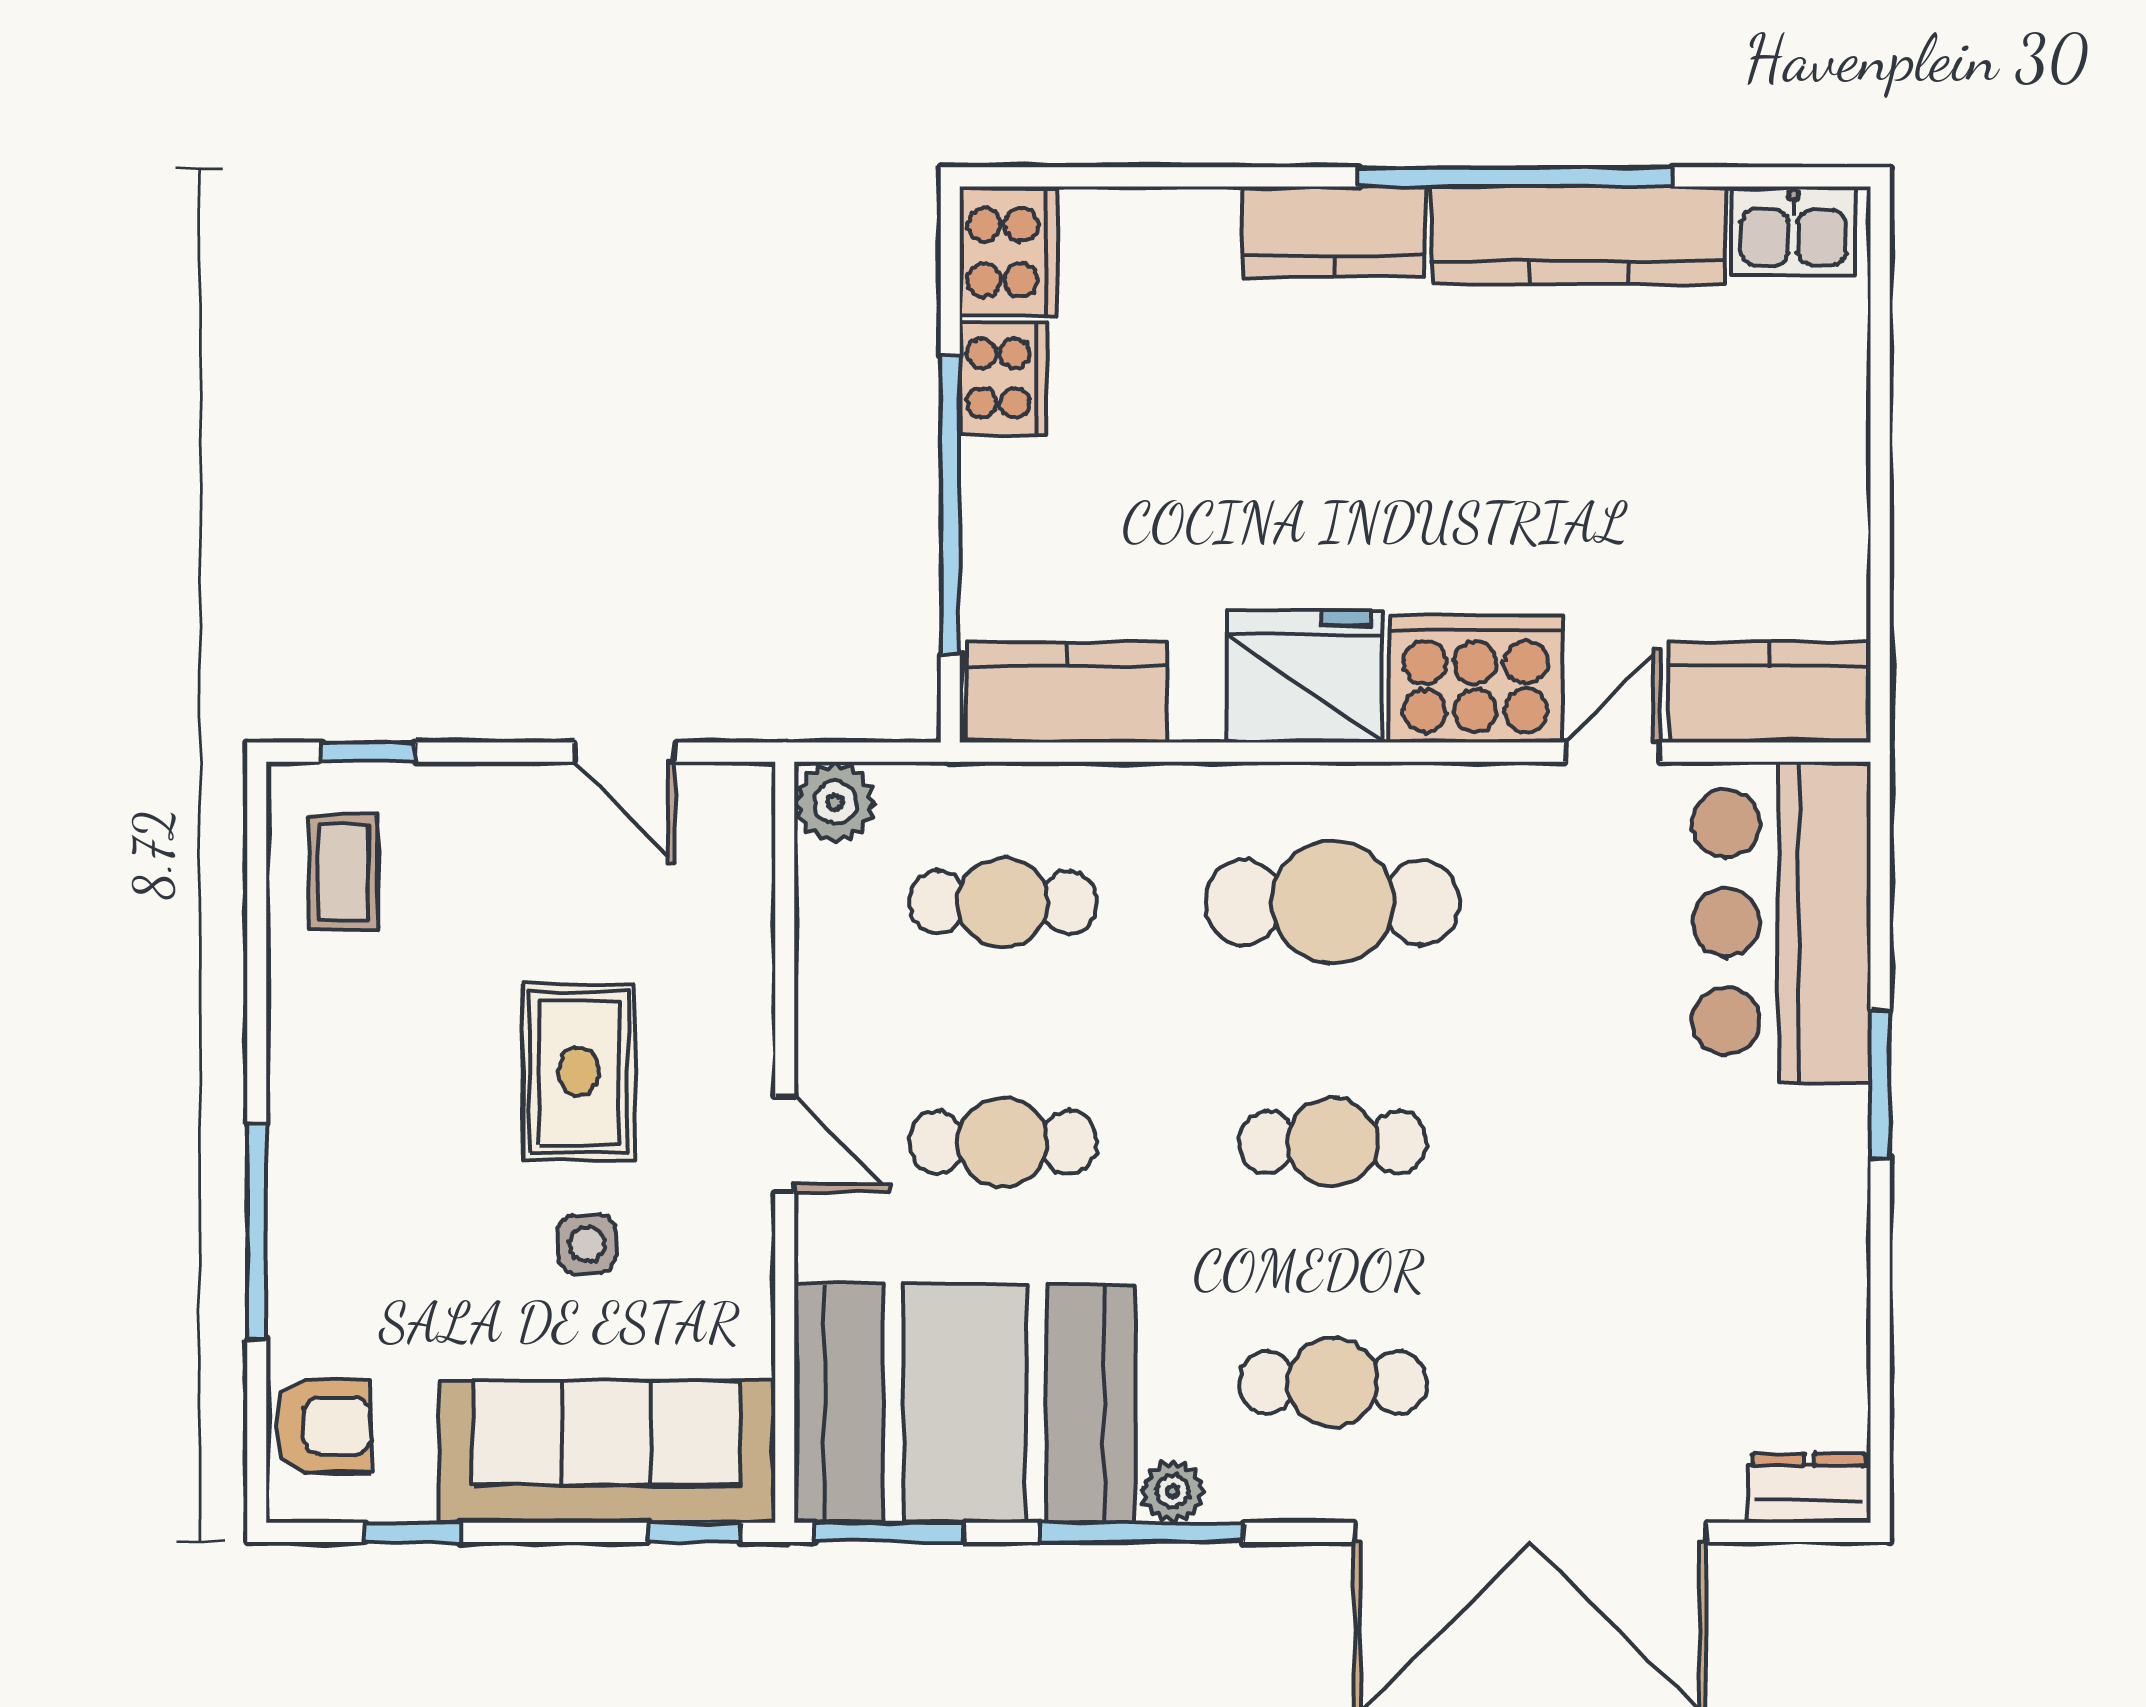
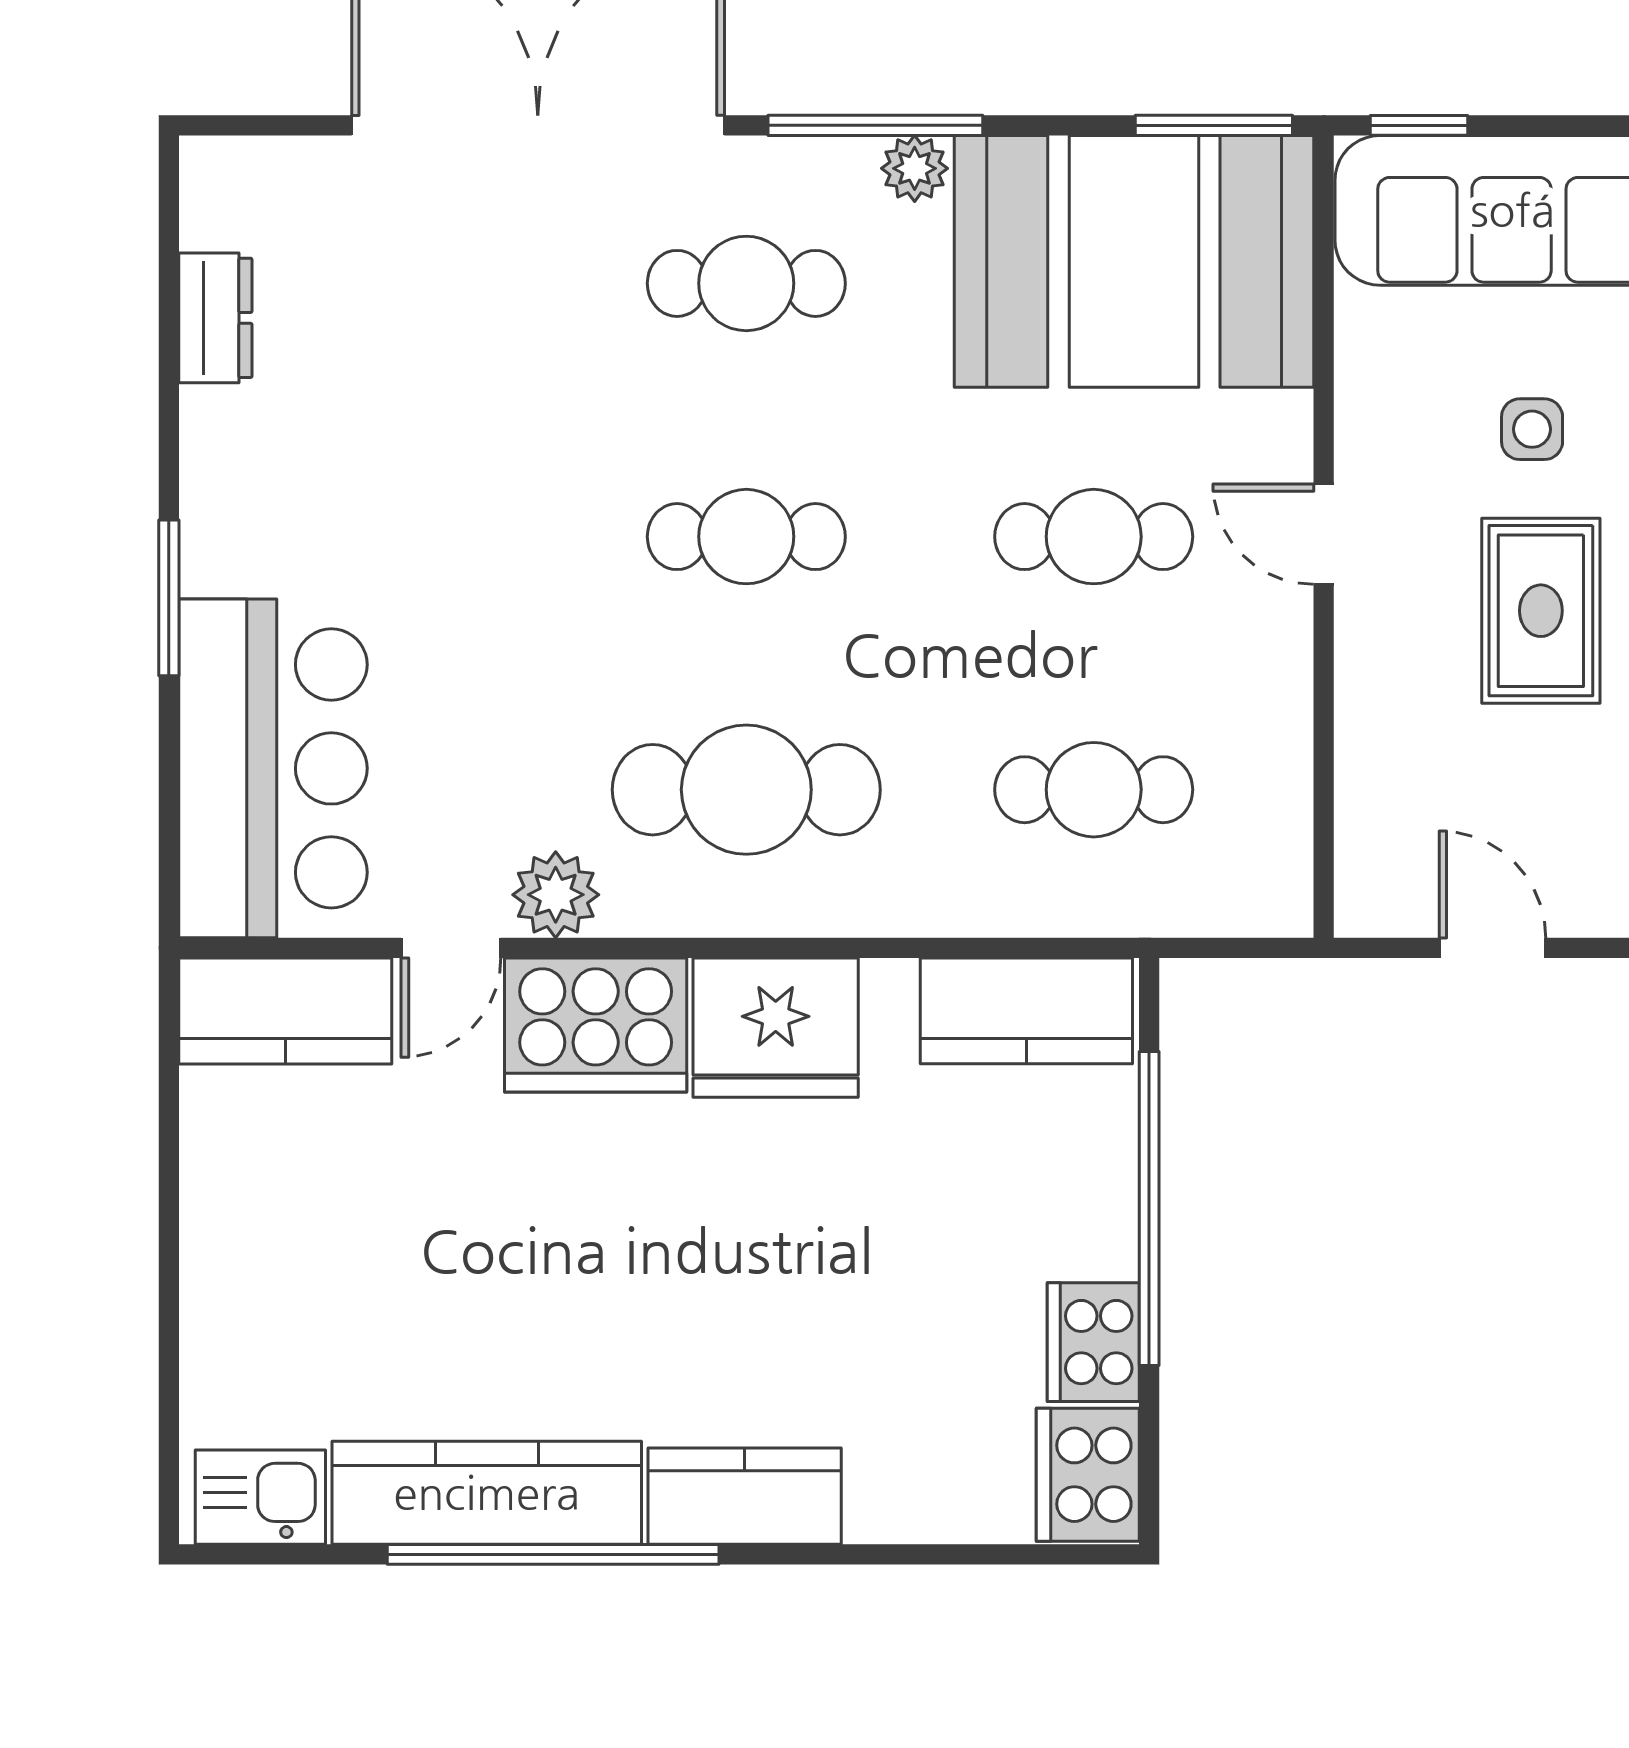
plant: (835, 802) -> (556, 895), moved
dresser: (1809, 1488) -> (215, 318), moved, turned -90
window: (1142, 1532) -> (875, 125), moved

